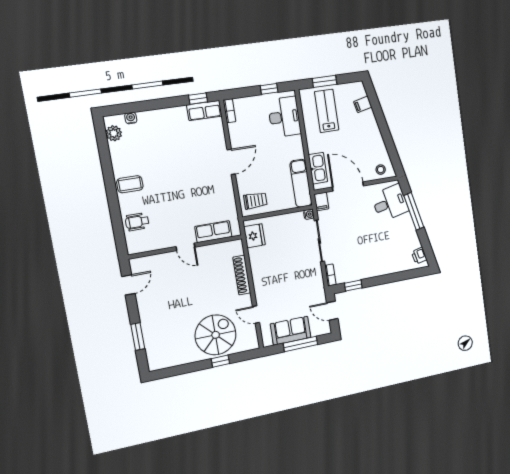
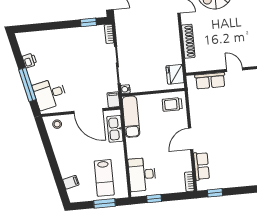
row of seats: (204, 110) -> (202, 166), moved, turned 90
printer: (419, 256) -> (29, 60), moved

